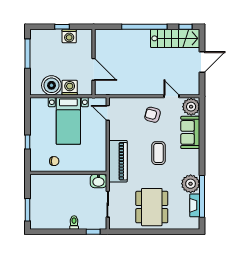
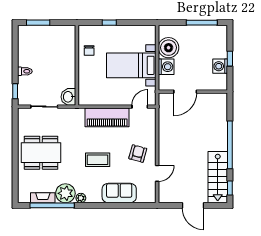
plant: (191, 107) -> (81, 198), moved, width x0.53, depth x0.53
piano: (118, 161) -> (107, 117), moved

